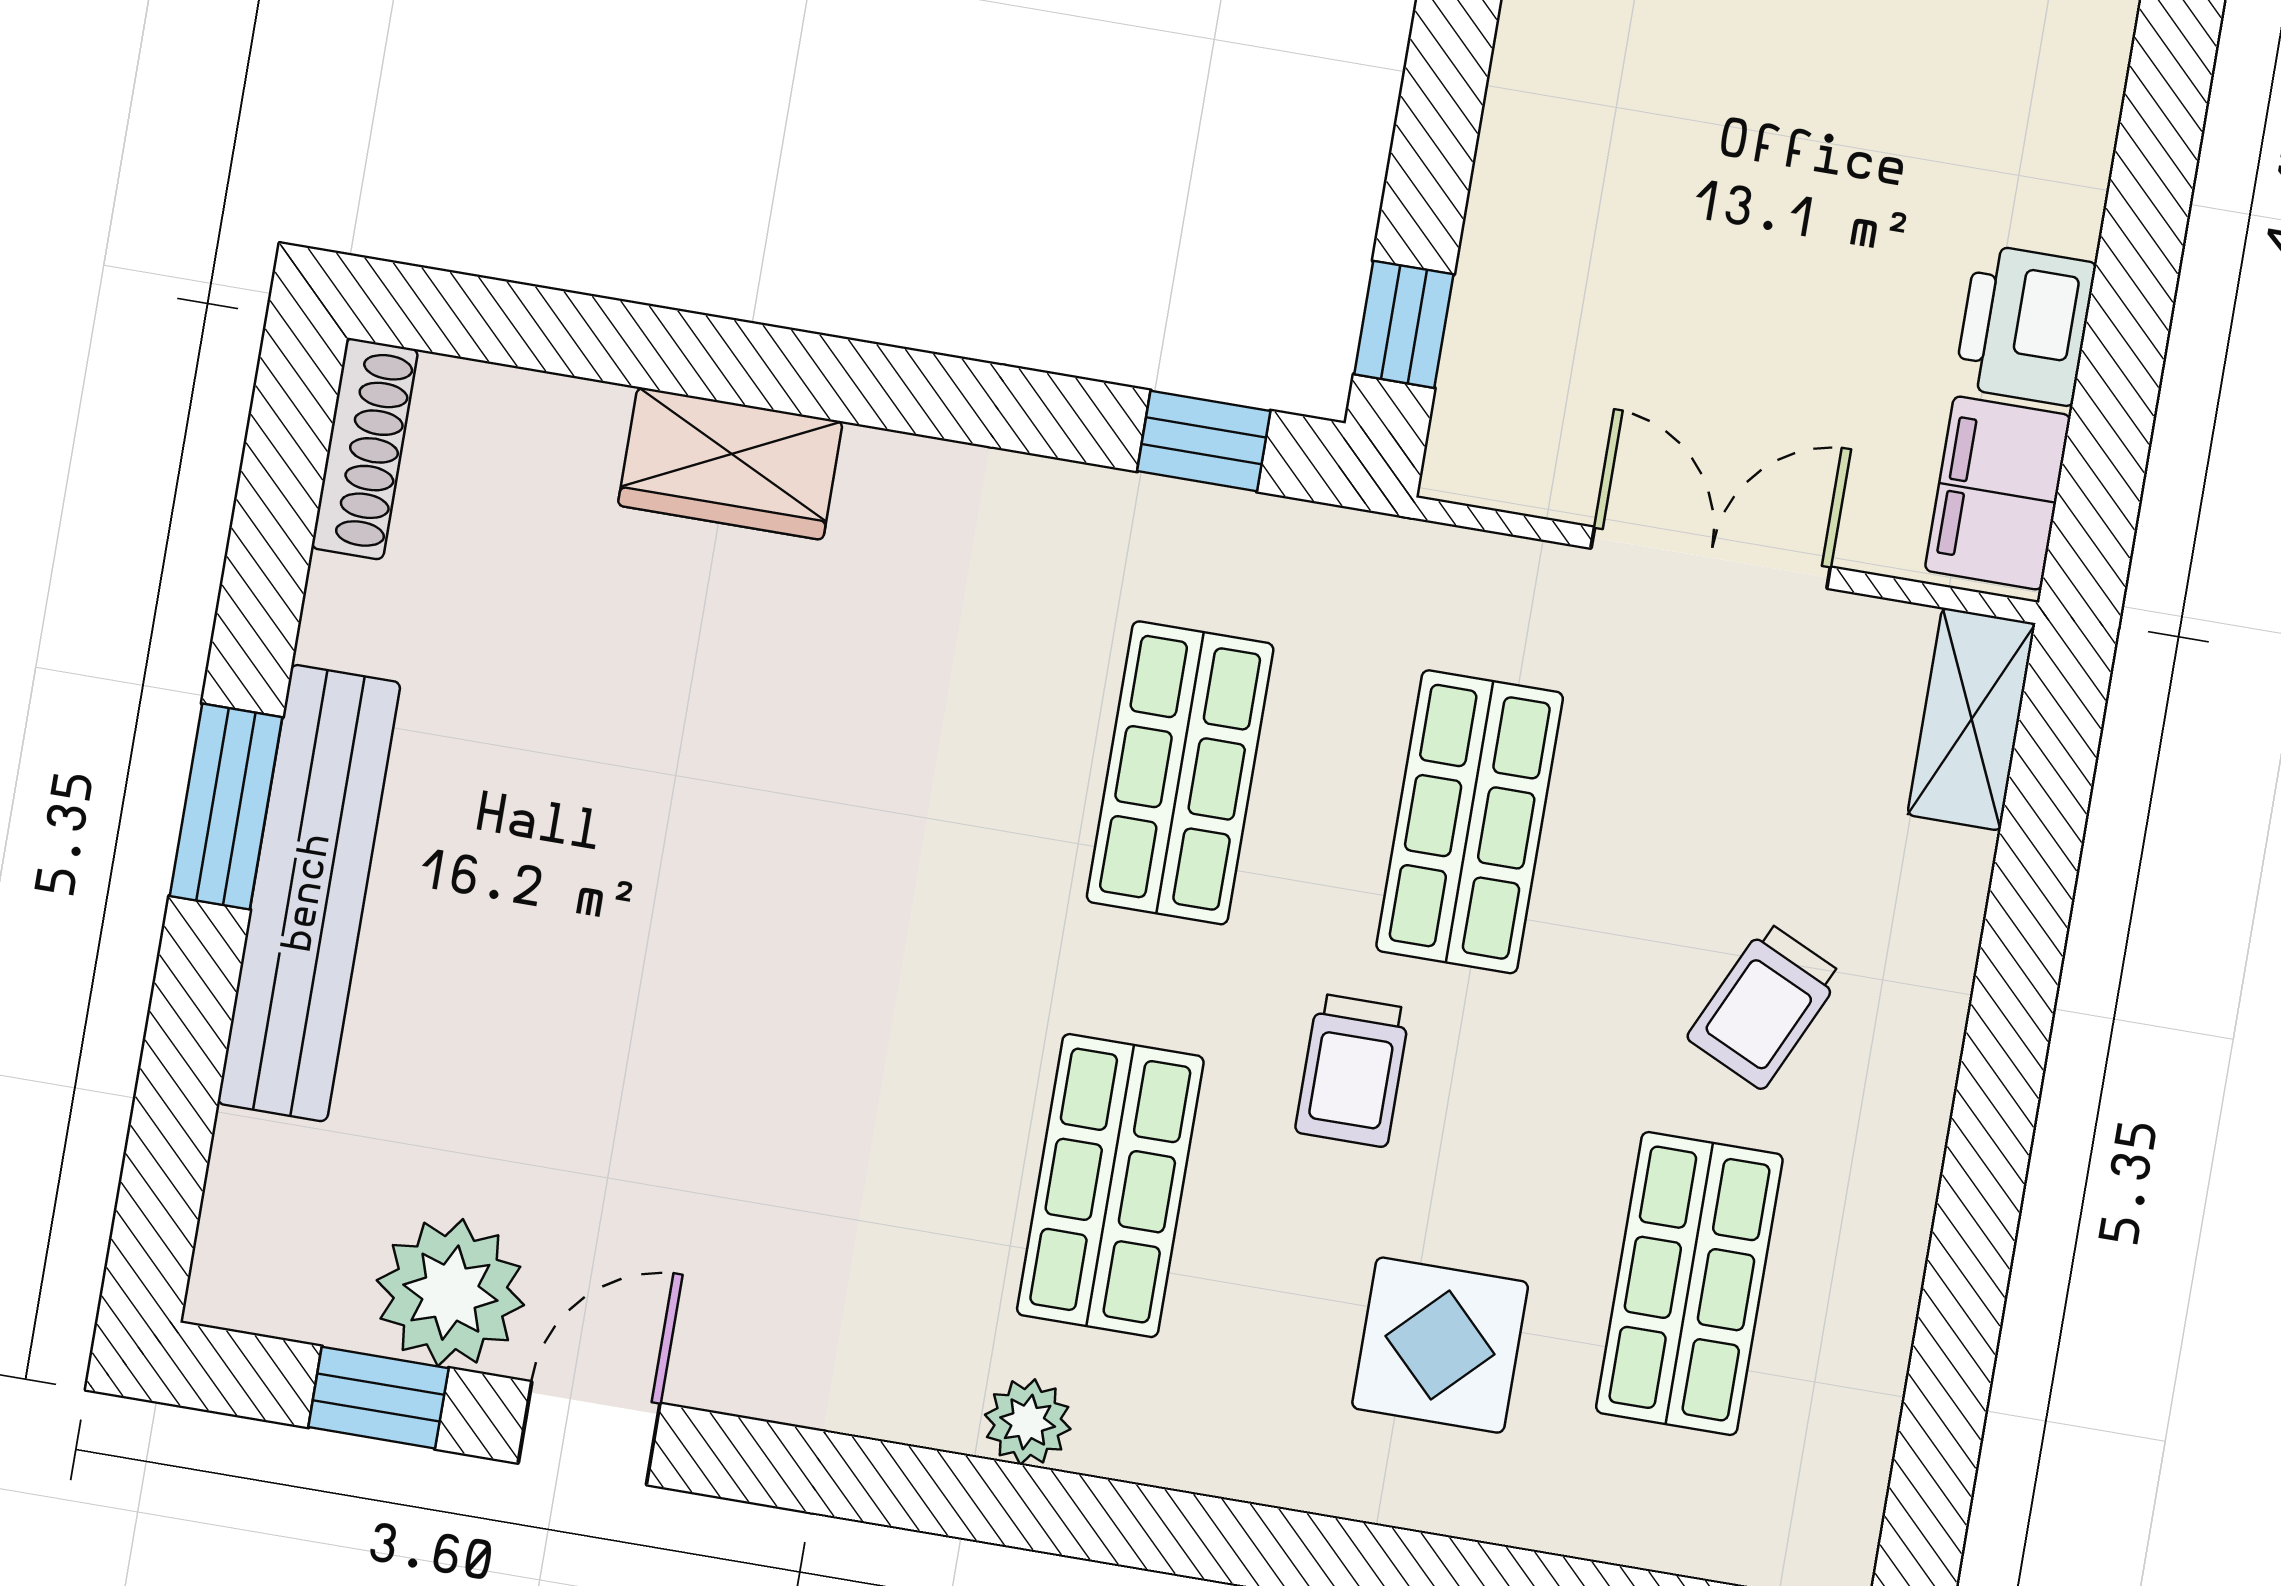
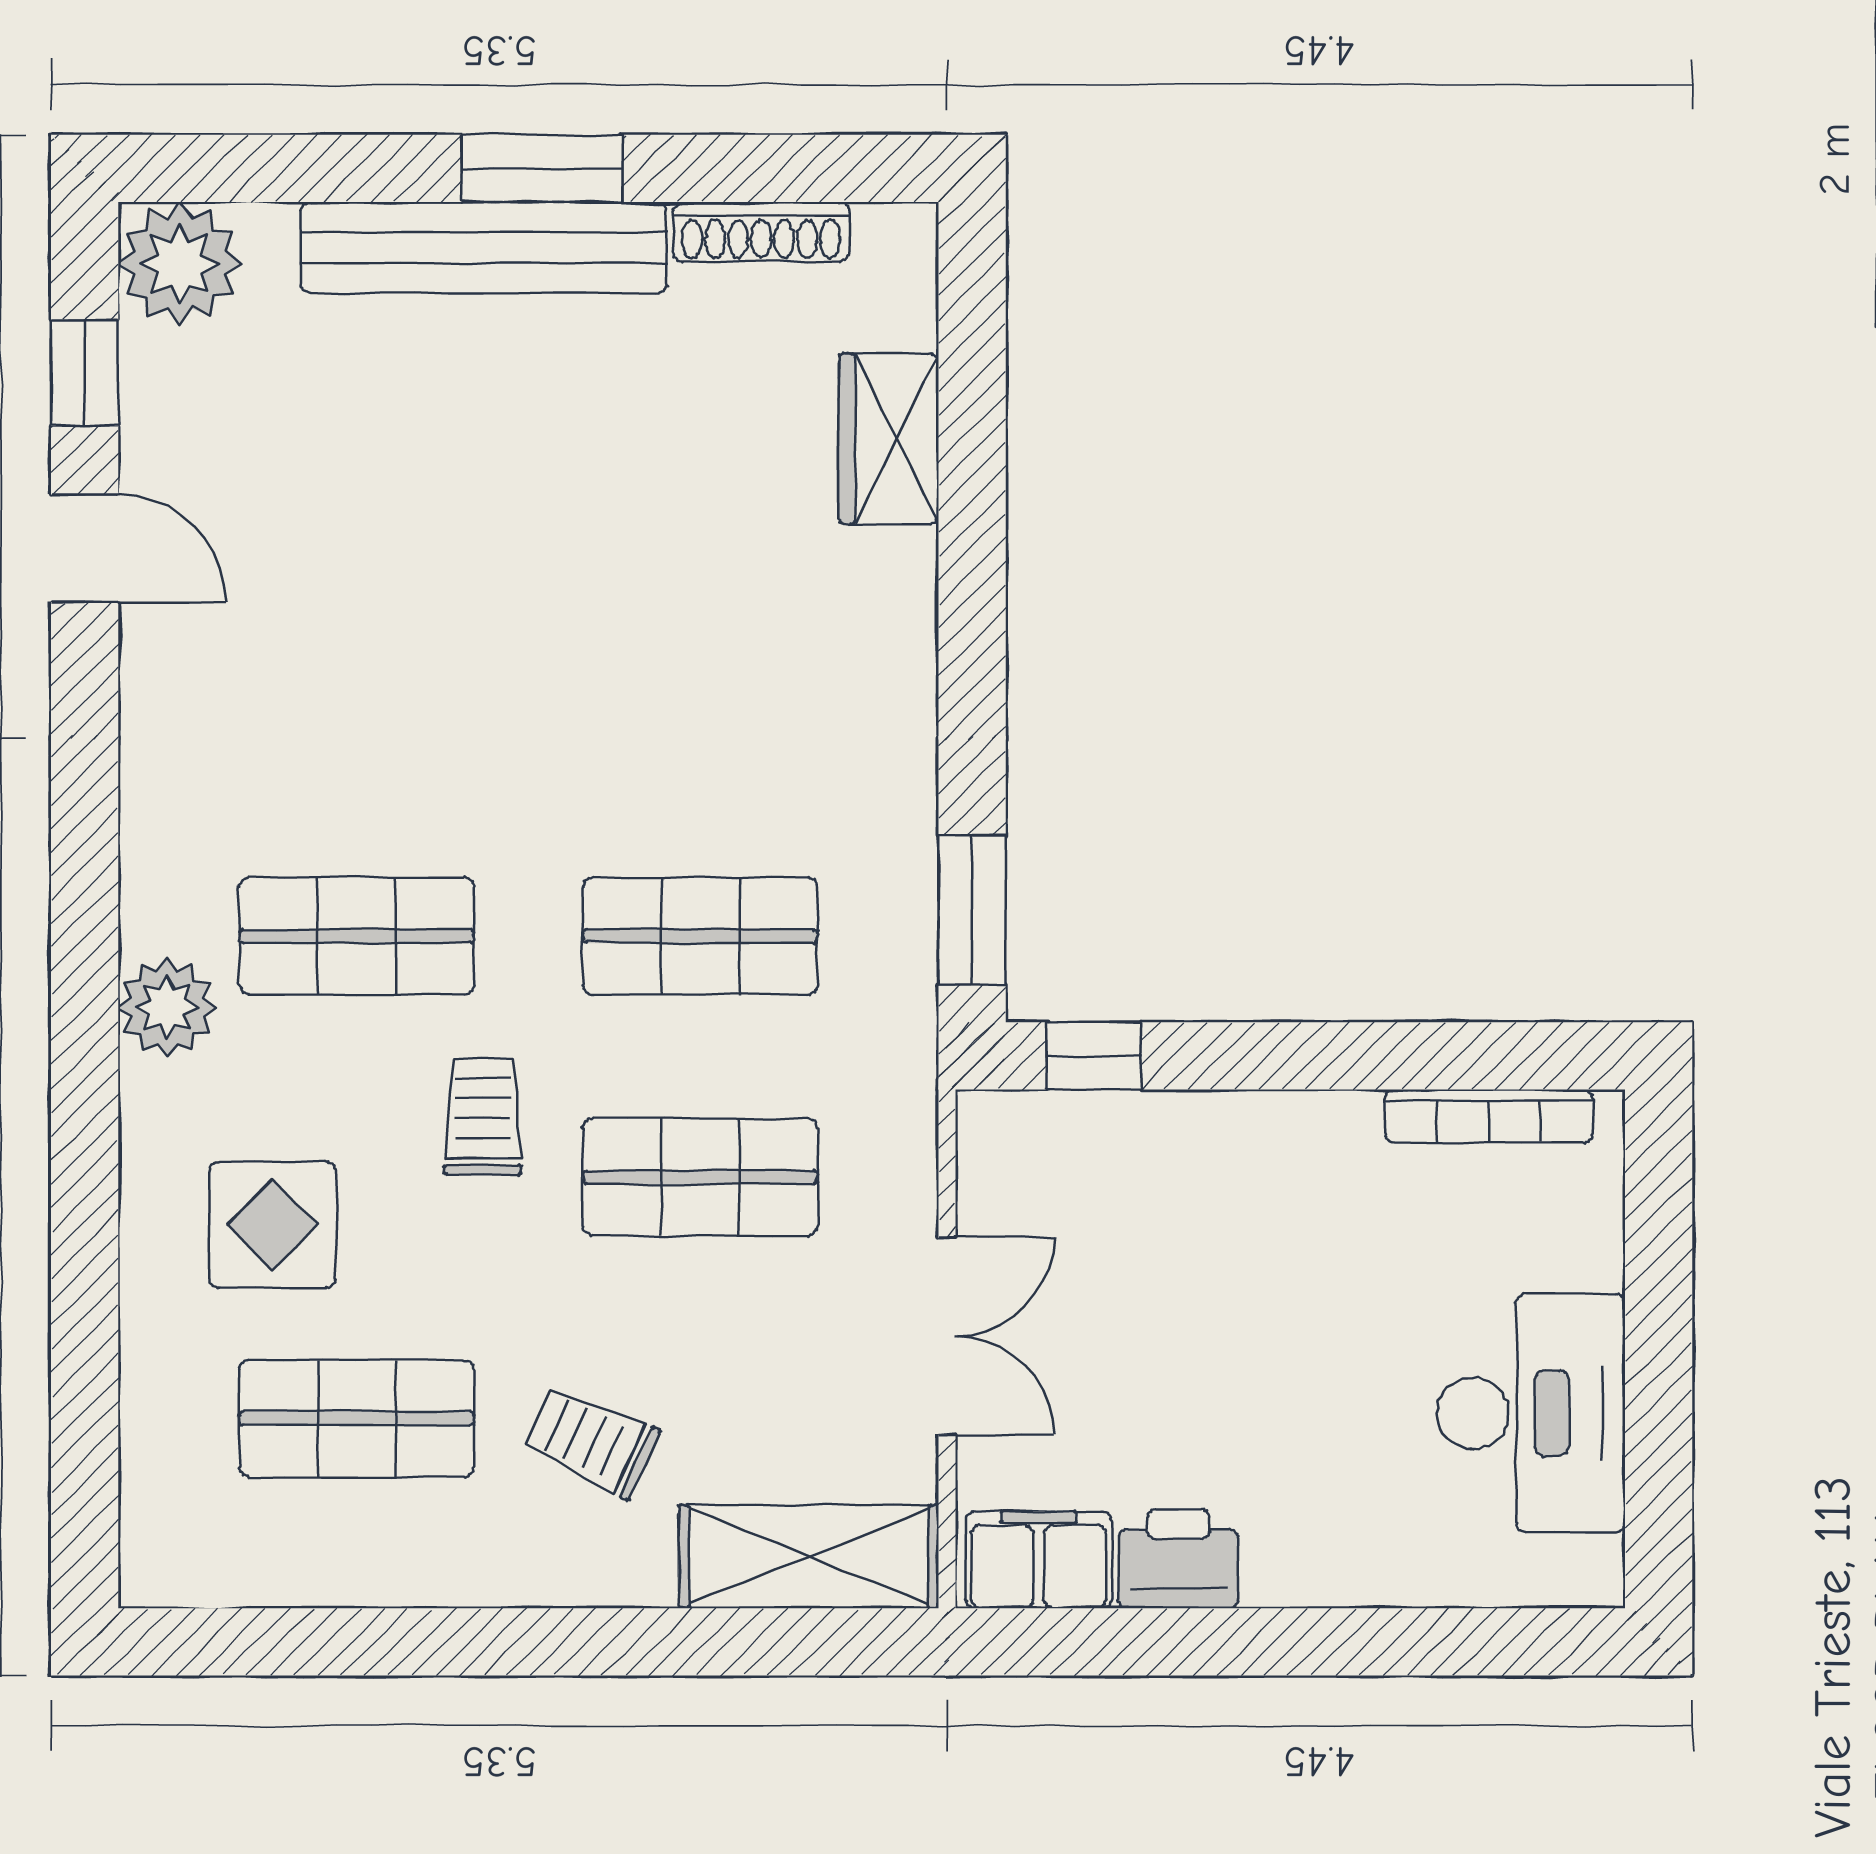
window: (1204, 441) -> (972, 910), width x1.50
shoe rack: (365, 449) -> (761, 232), moved
wardrobe: (730, 463) -> (889, 439), moved
shelving: (1972, 719) -> (809, 1556), width x1.50, depth x1.33
trolley: (1352, 1070) -> (483, 1116), turned 90
plant: (450, 1293) -> (179, 263), moved
plant: (1028, 1422) -> (167, 1007), moved, width x1.38, depth x1.38

